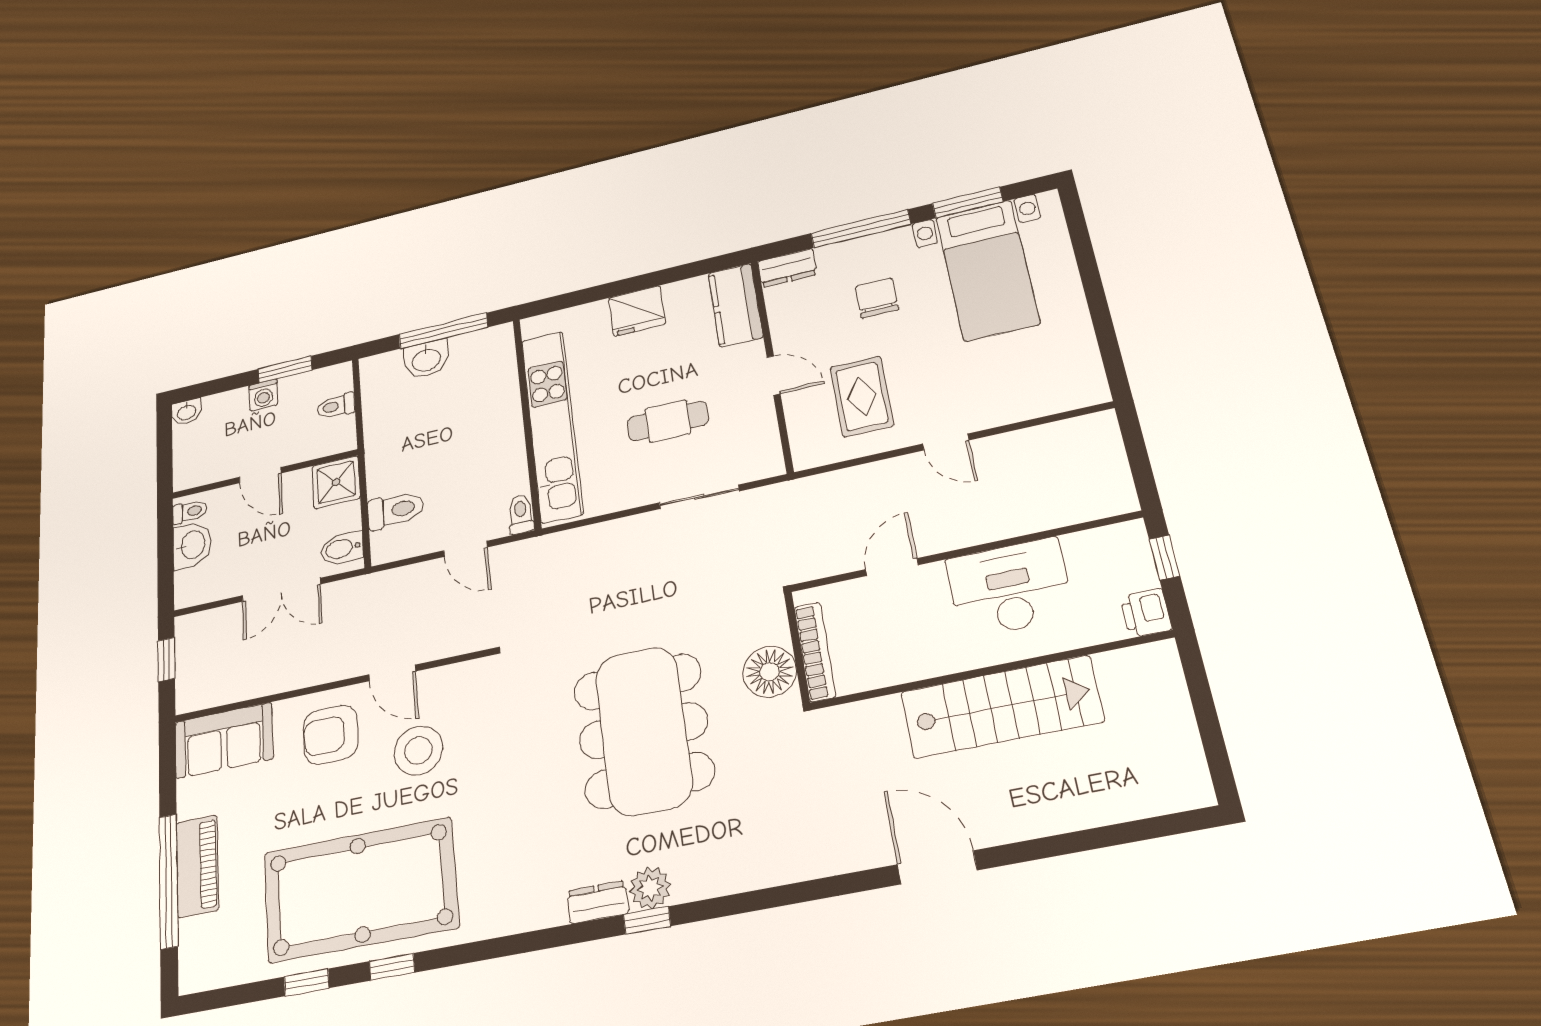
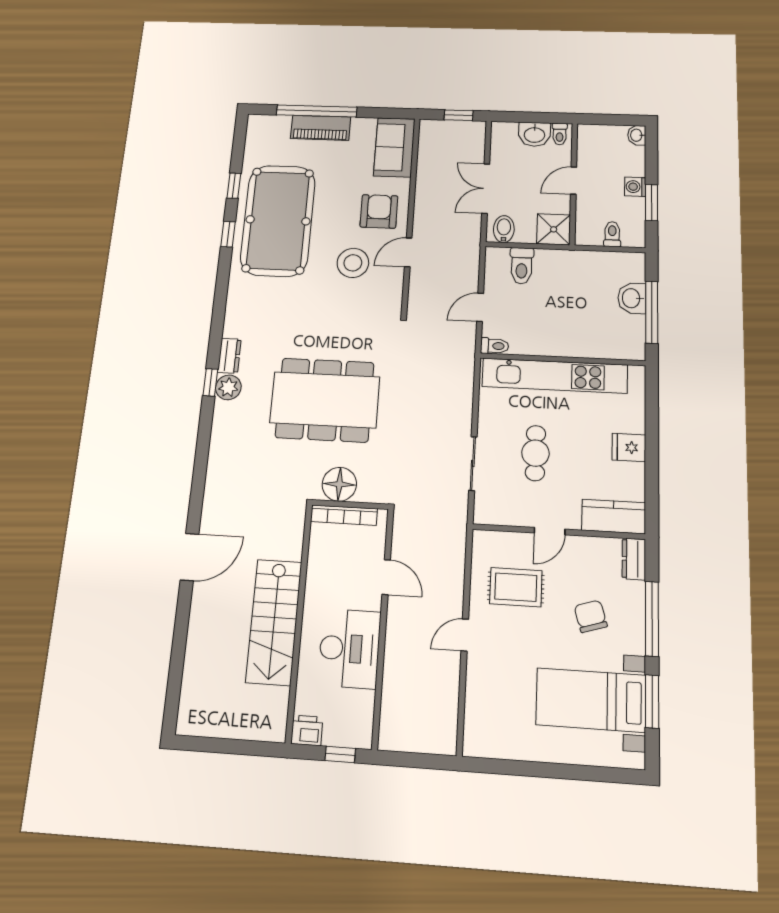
chair: (877, 298) -> (591, 616), turned -107
fridge: (637, 311) -> (629, 447), width x0.72

